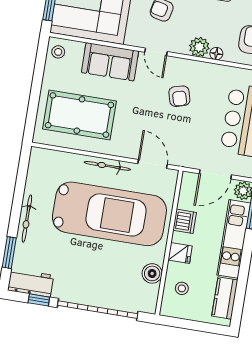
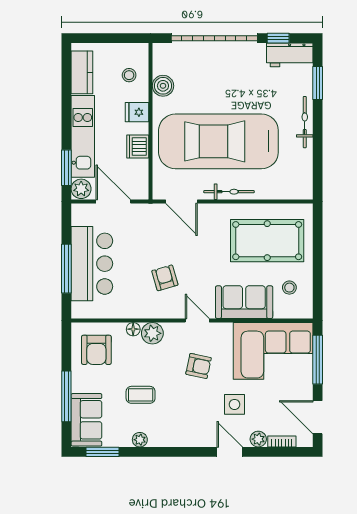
stool: (58, 52) -> (289, 288), moved
door: (215, 174) -> (113, 202), hinge flipped

